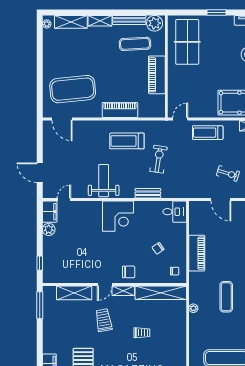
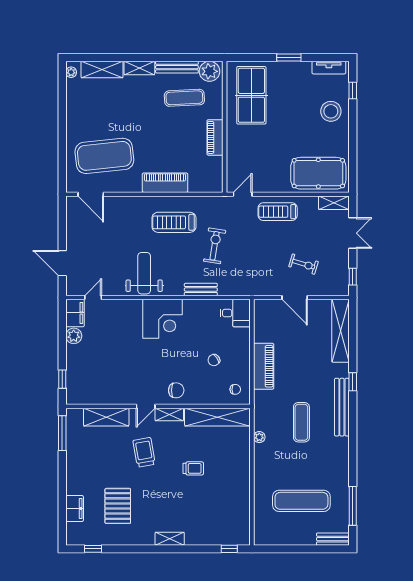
piano: (157, 75) -> (215, 137), width x0.73, depth x0.75

